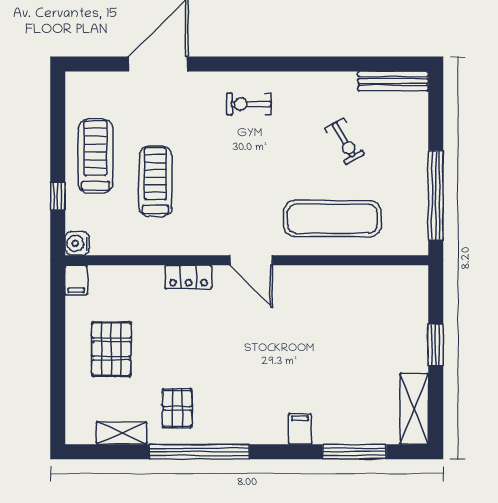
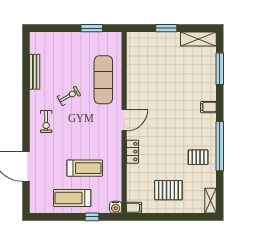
bench: (393, 81) -> (35, 72), moved
exercise bike: (345, 141) -> (69, 96), moved
treadmill: (155, 181) -> (85, 168), turned 180
window: (436, 195) -> (92, 28), width x0.47
filing cabinet: (300, 429) -> (208, 107), moved
shelving: (121, 433) -> (210, 201), moved

